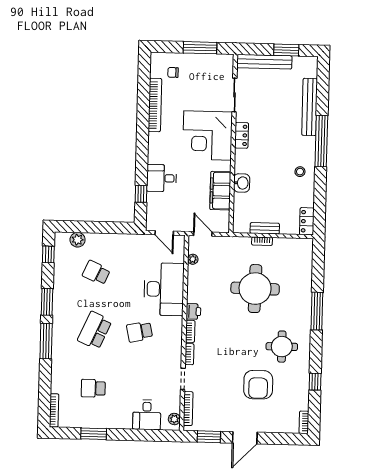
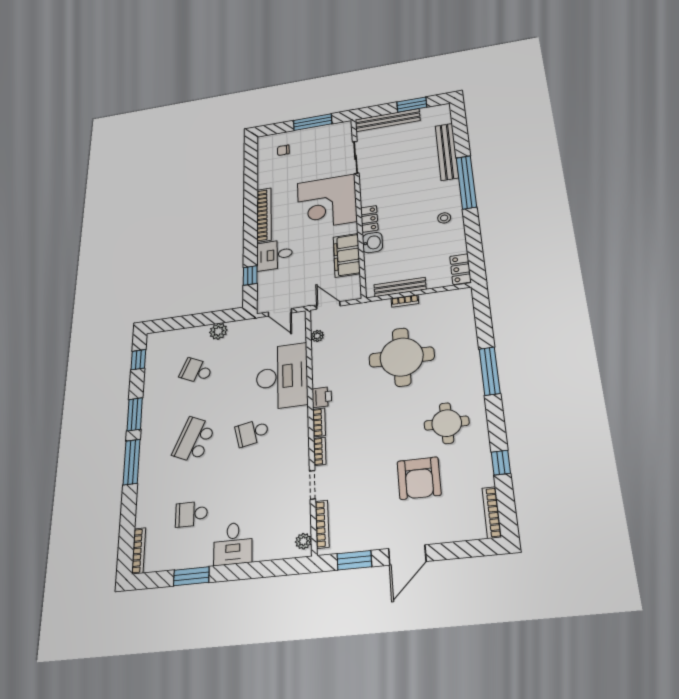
bookcase: (155, 105) -> (264, 215), moved
locker: (242, 135) -> (369, 219), moved
bench: (265, 228) -> (400, 287), width x1.36
plant: (78, 240) -> (218, 331), moved
desk: (147, 415) -> (233, 544), moved
bookcase: (304, 422) -> (492, 512), width x1.56

